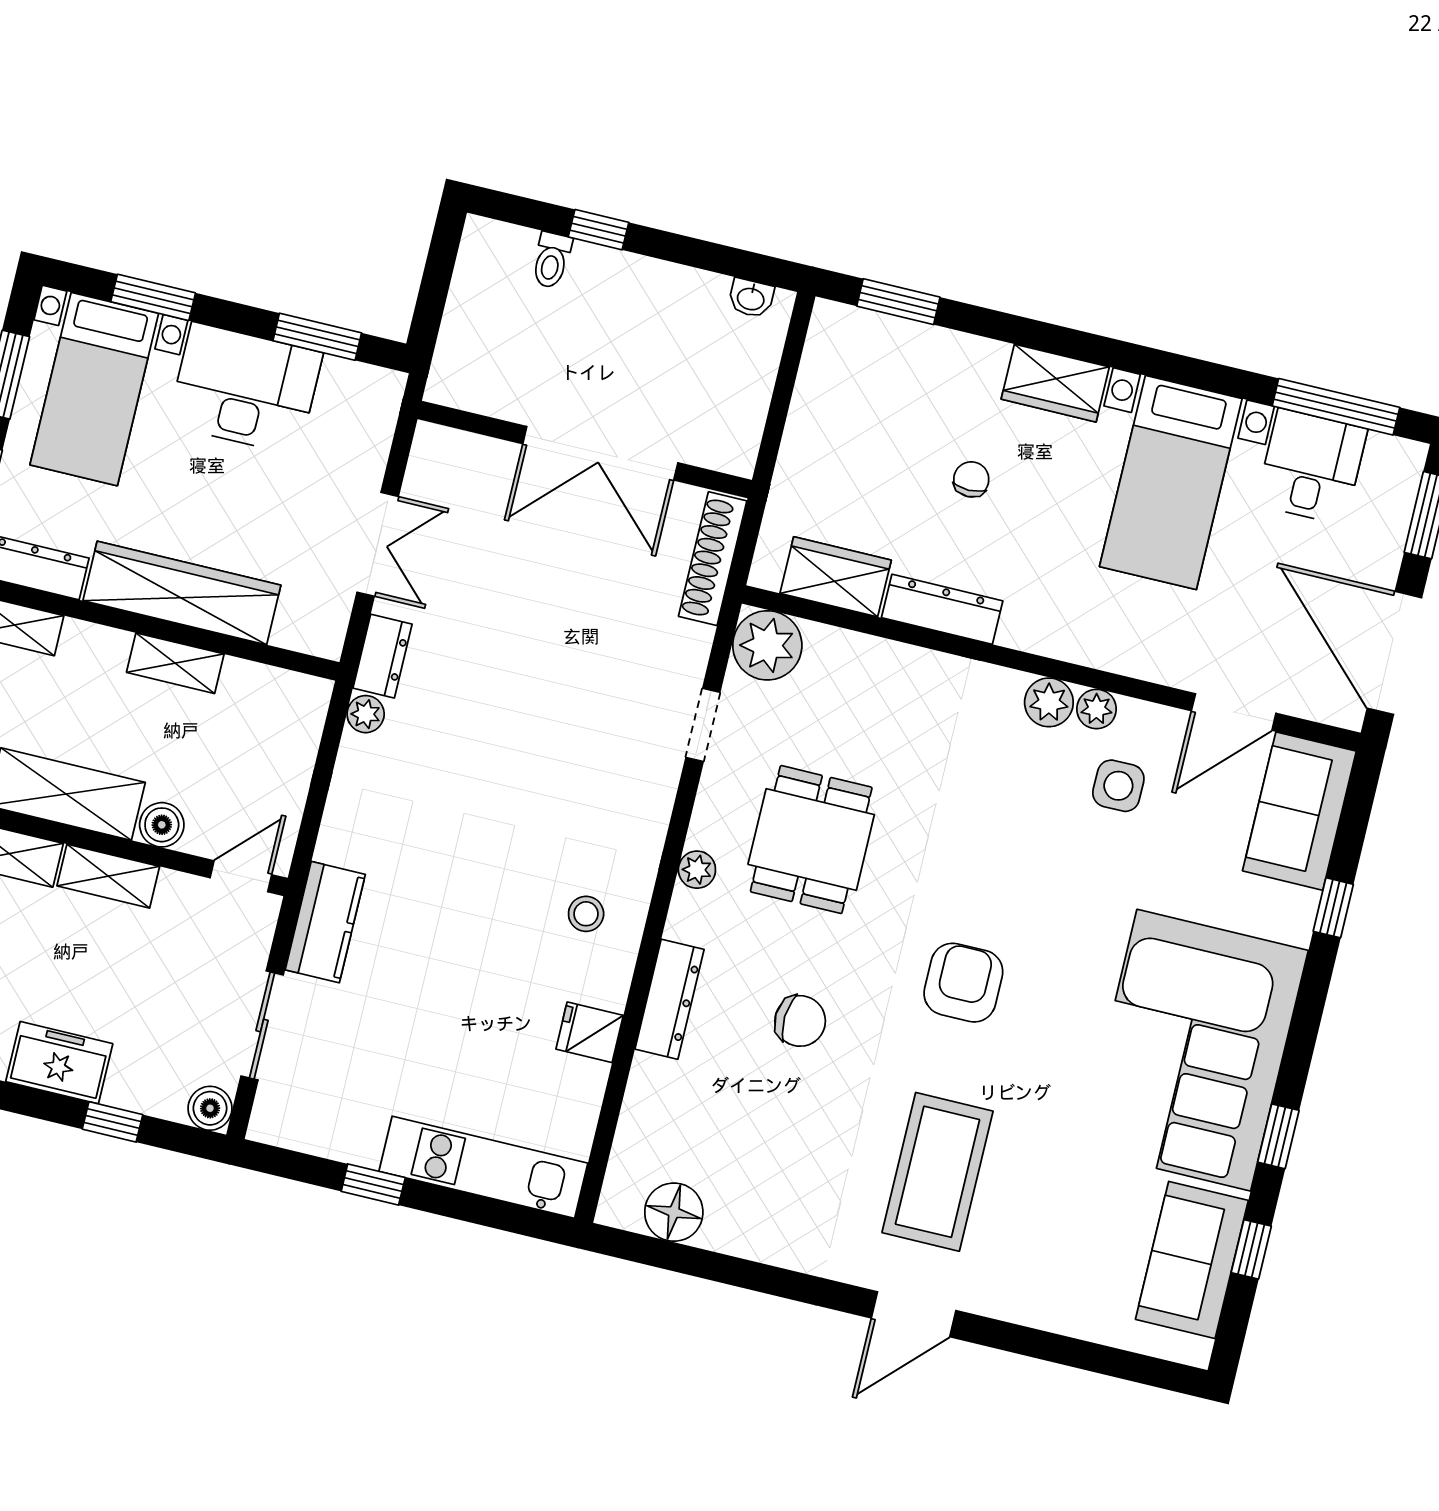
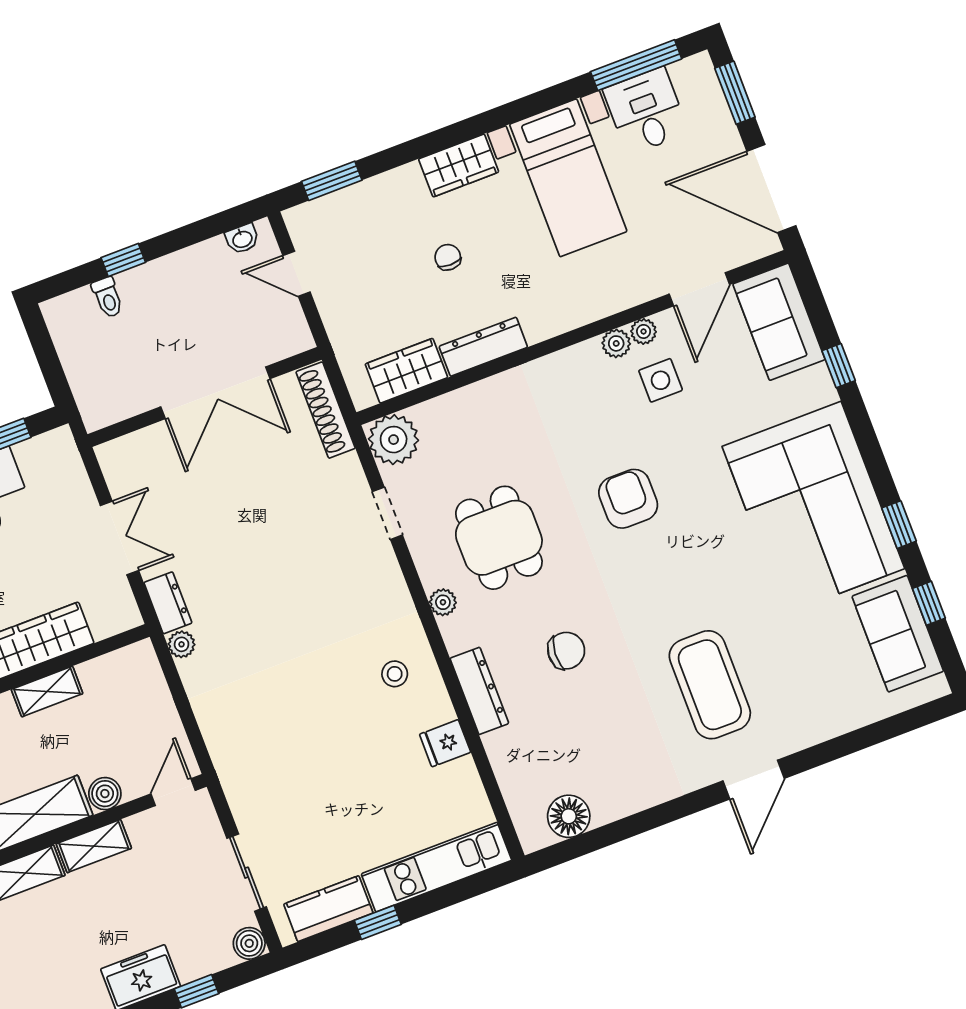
door: (786, 380) -> (296, 274), added
plant: (1049, 702) -> (644, 331), moved, width x0.73, depth x0.73
kitchen counter: (325, 922) -> (328, 909), moved, turned -90
armchair: (963, 983) -> (628, 499), moved

